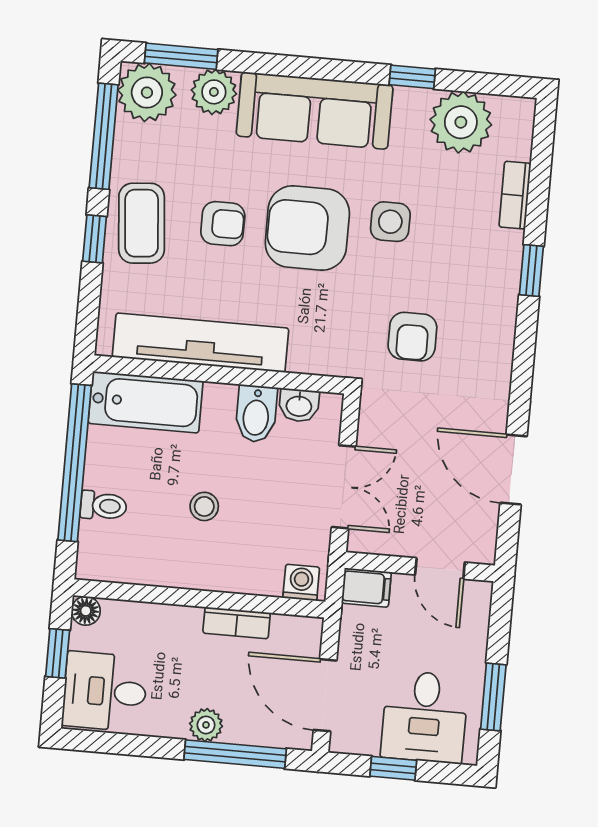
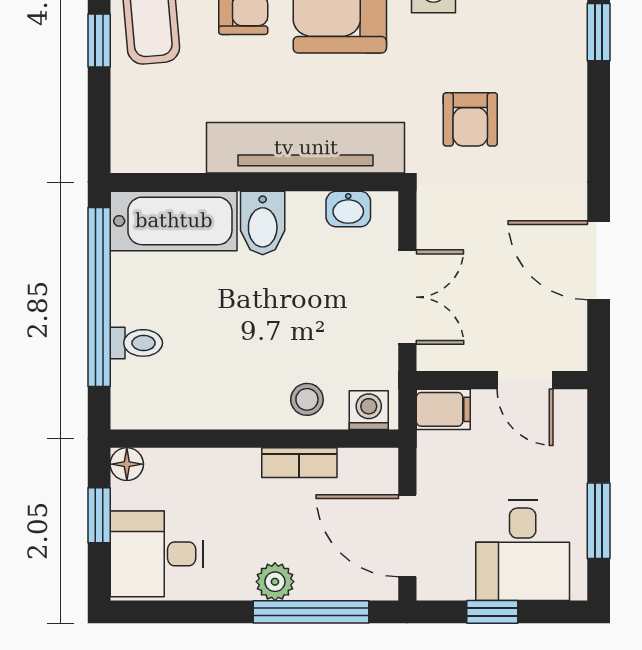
tv unit: (201, 343) -> (306, 148), moved
bidet: (256, 414) -> (263, 223), moved
stool: (204, 506) -> (307, 399), moved

